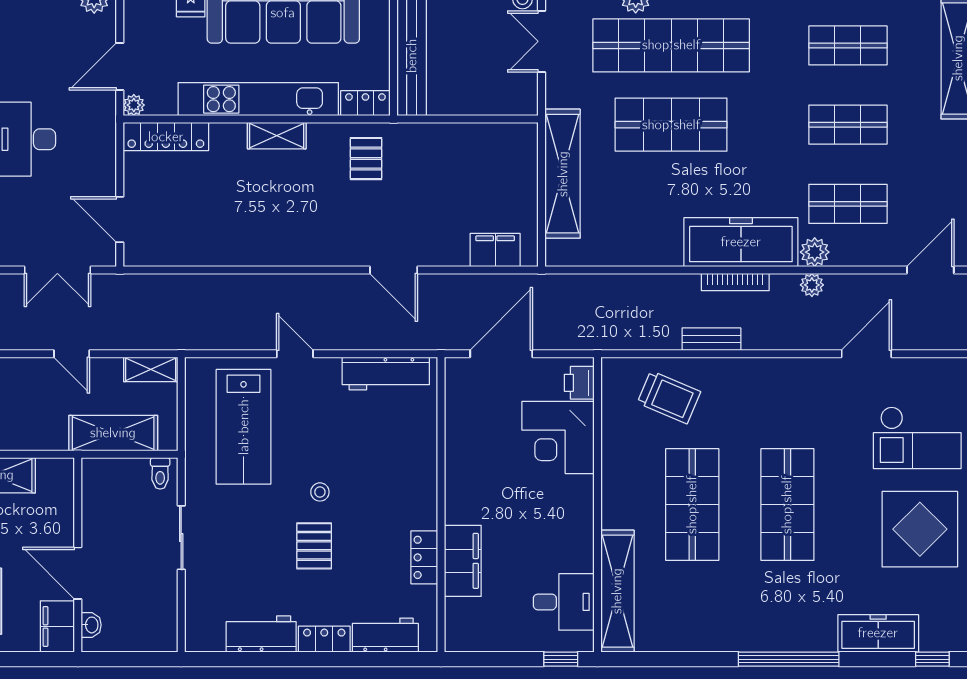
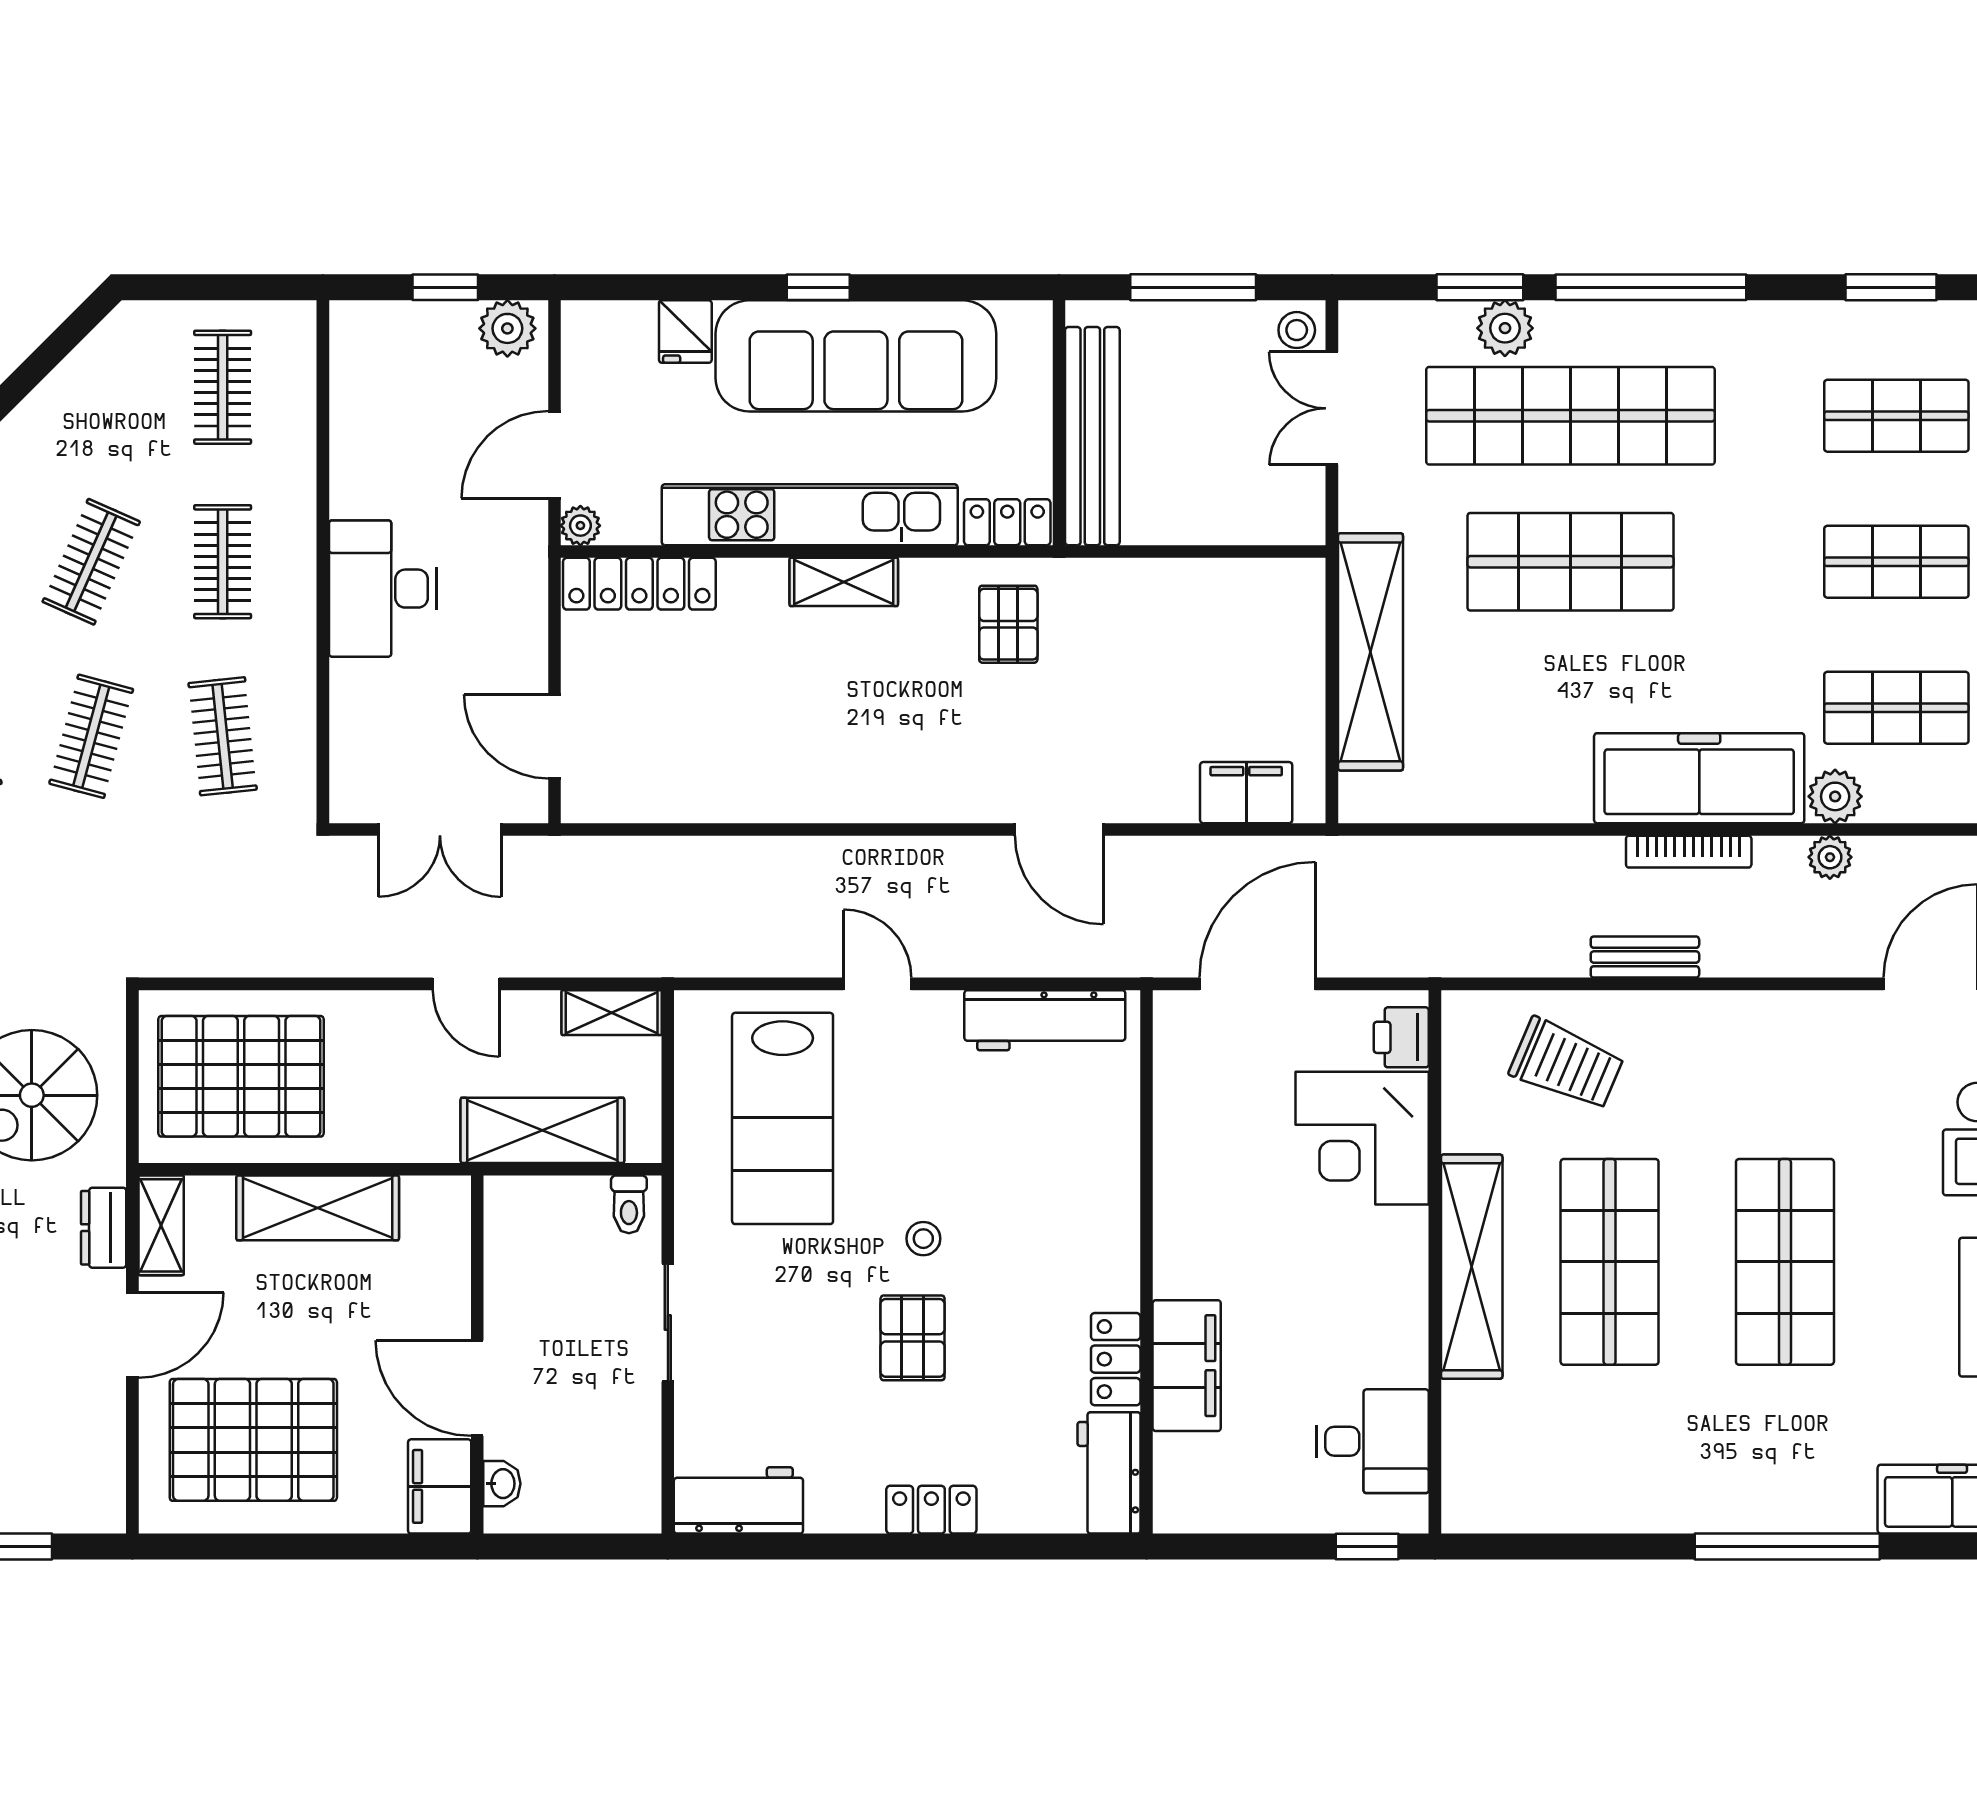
shelving: (617, 591) -> (1472, 1267), moved
workbench: (261, 634) -> (738, 1500), moved
workbench: (385, 635) -> (1109, 1473), moved, turned -90

